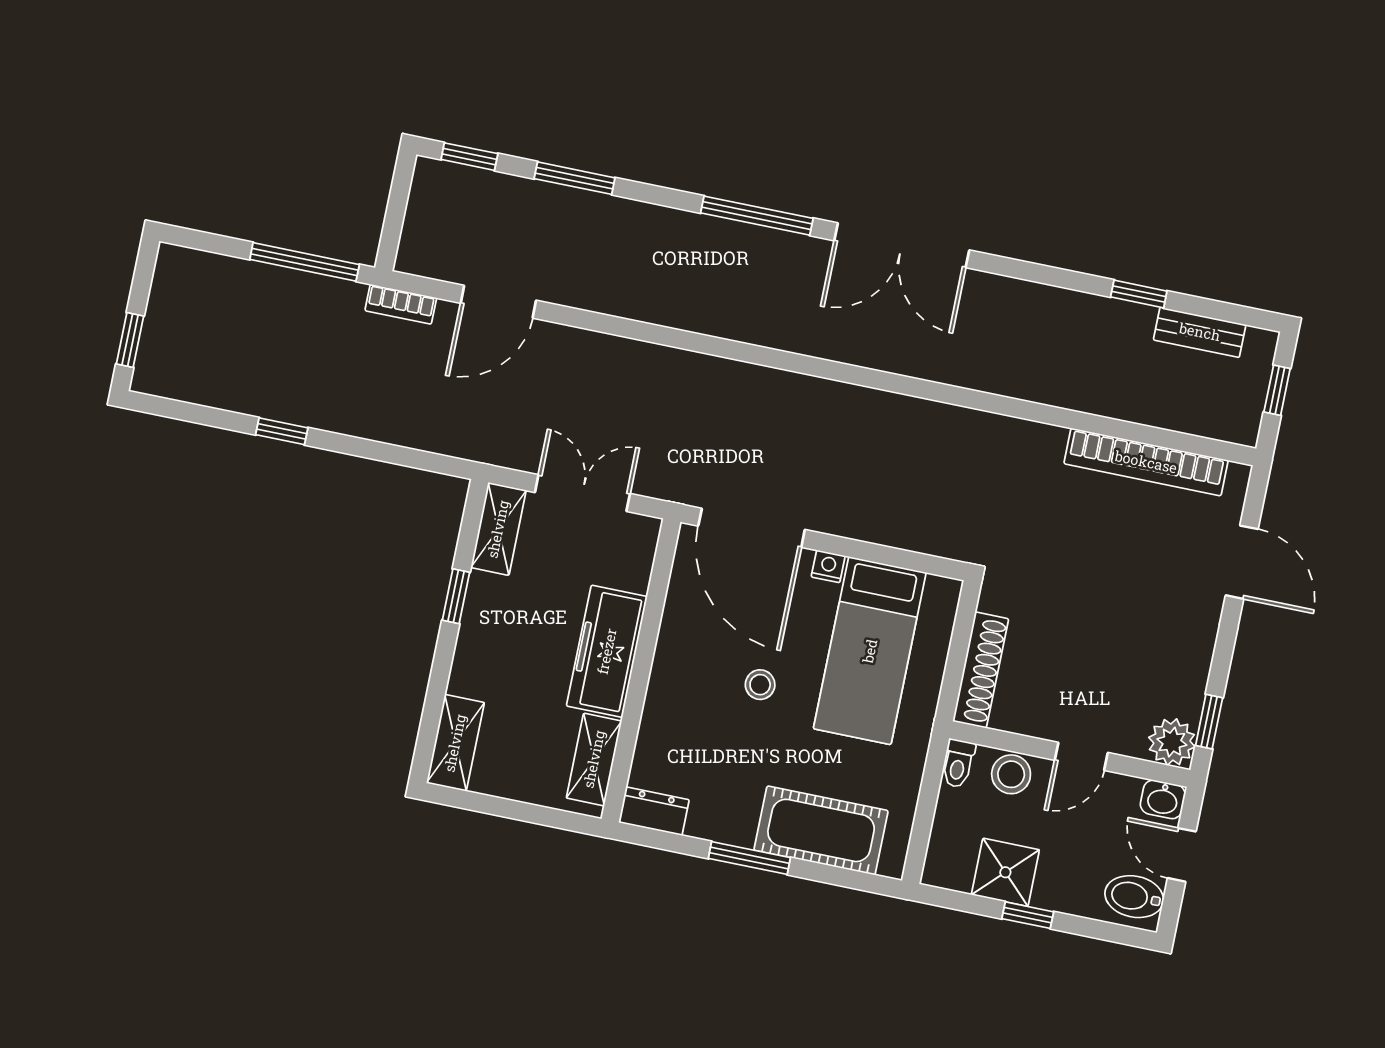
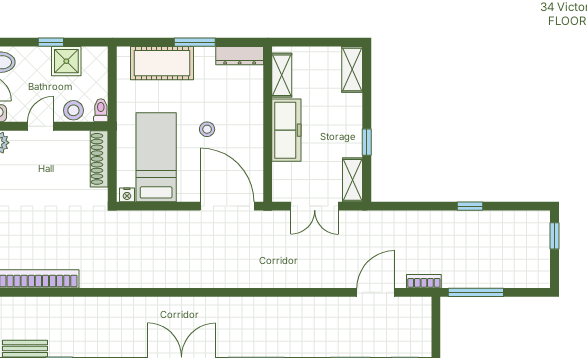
nightstand: (828, 566) -> (127, 195), moved
dresser: (654, 811) -> (240, 56), width x1.44

